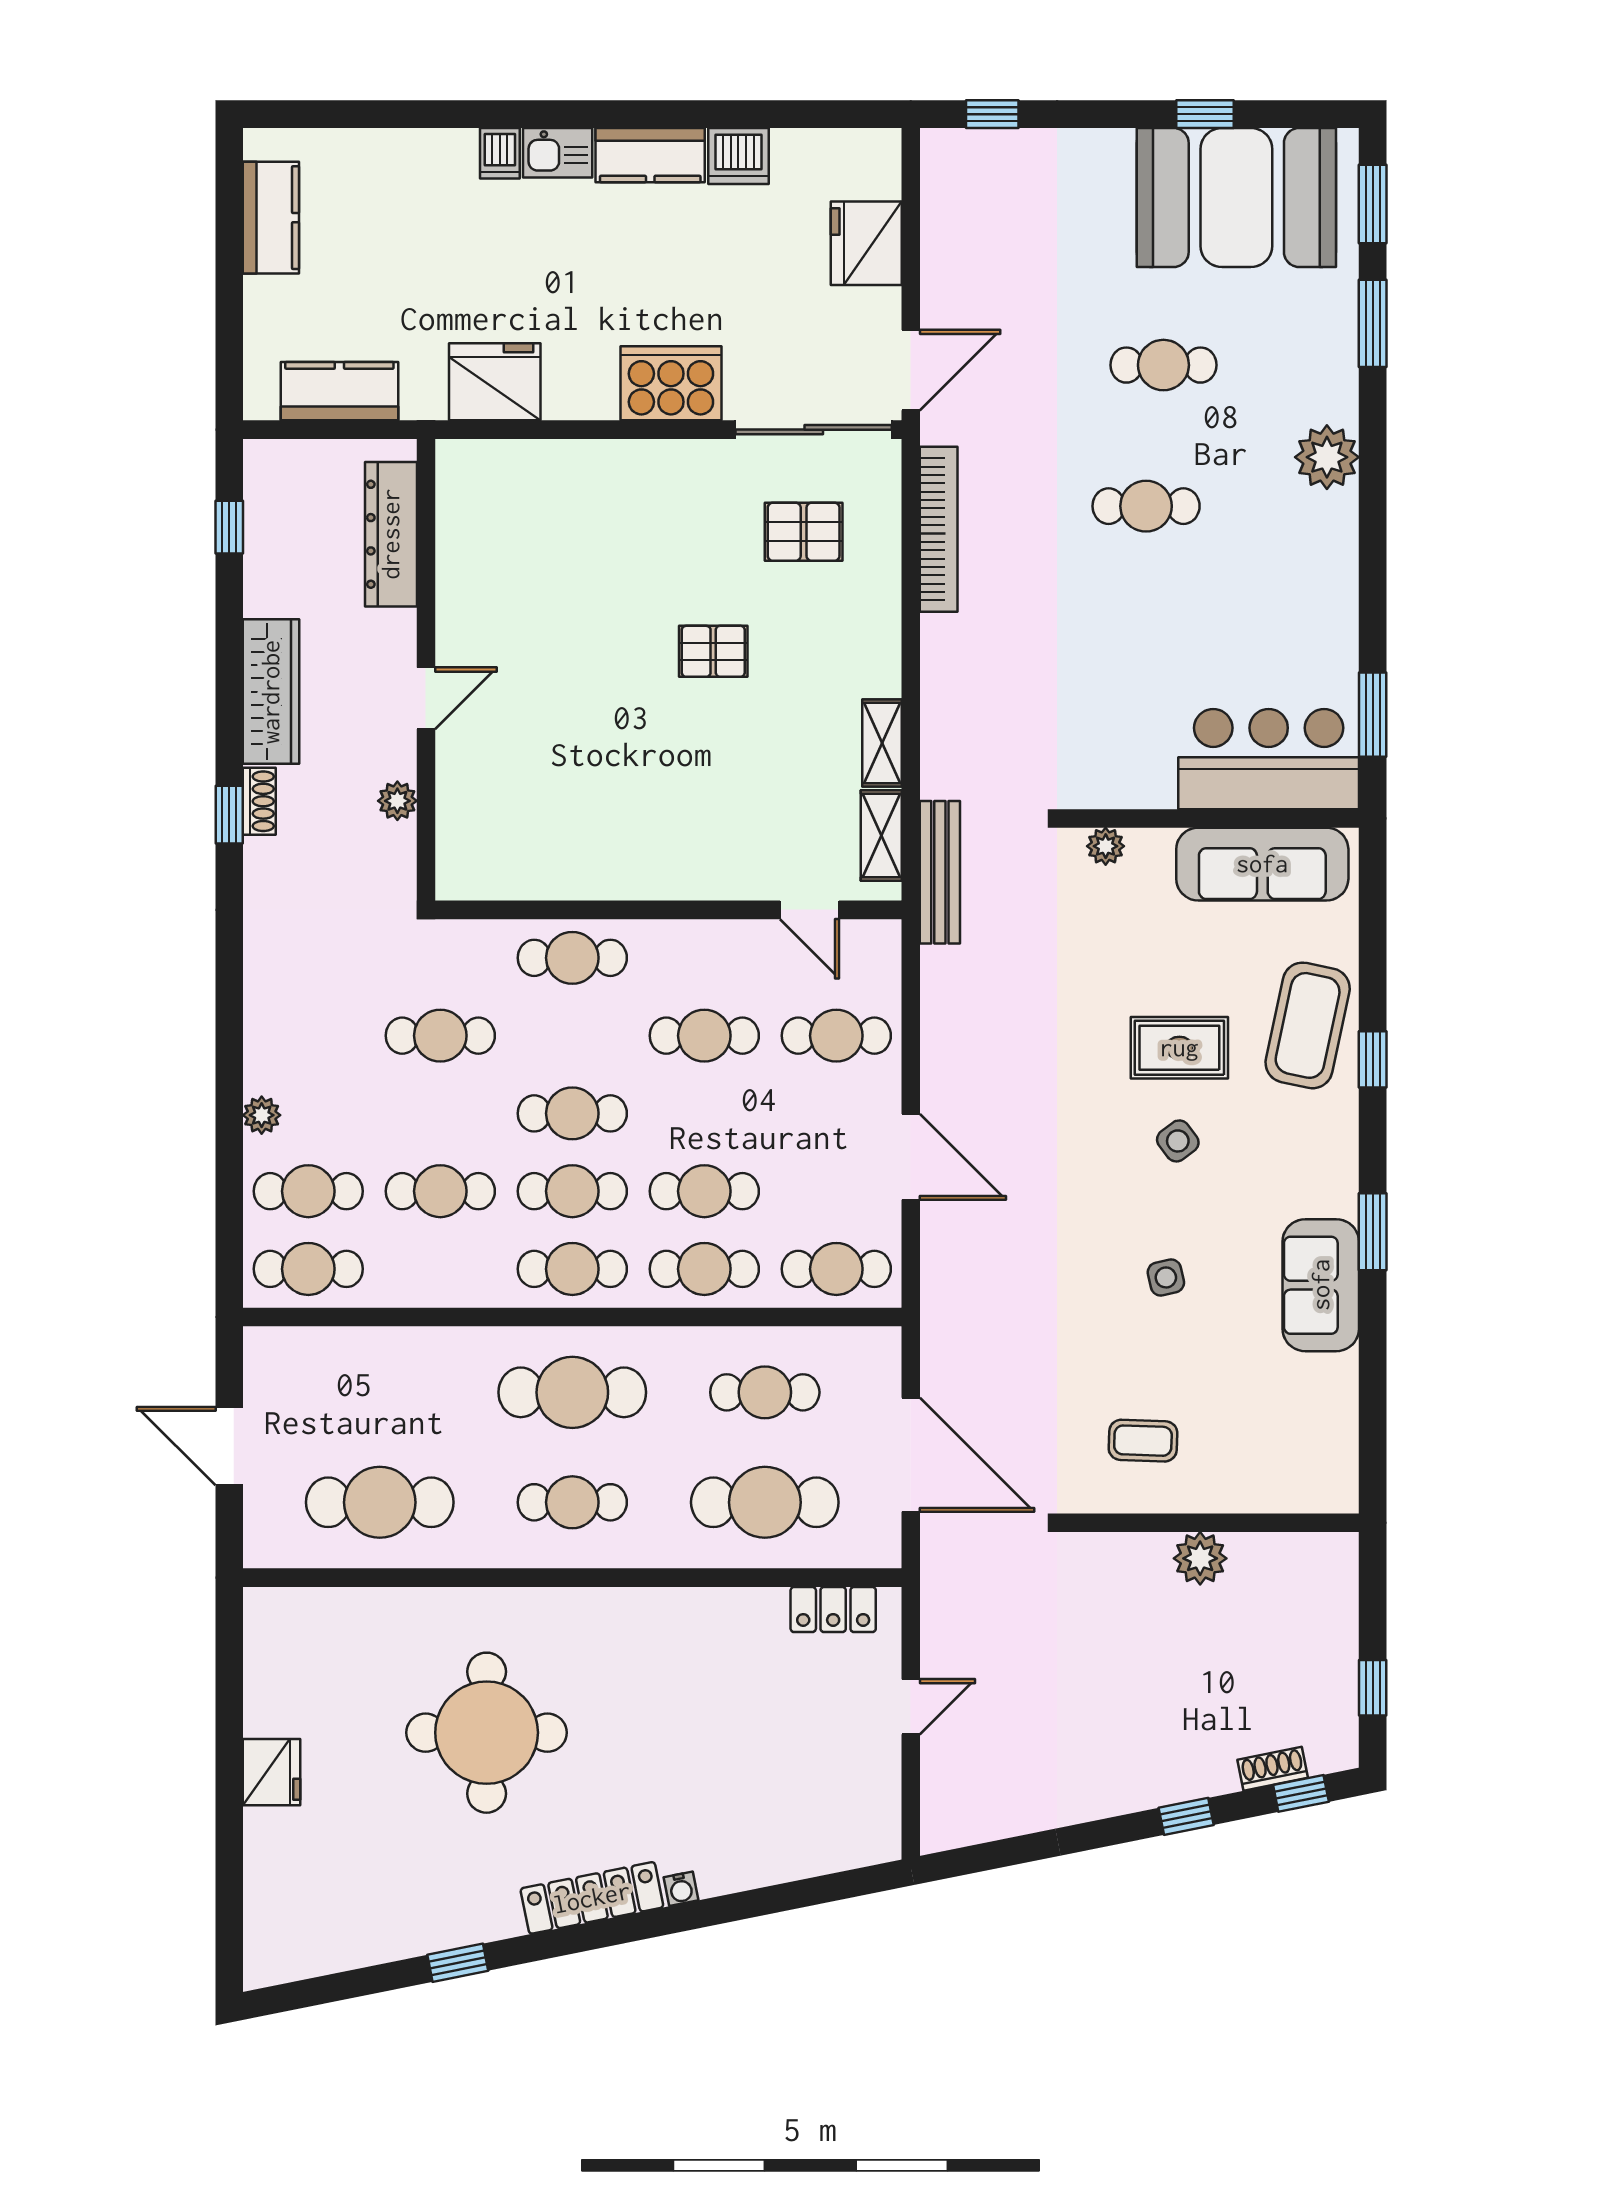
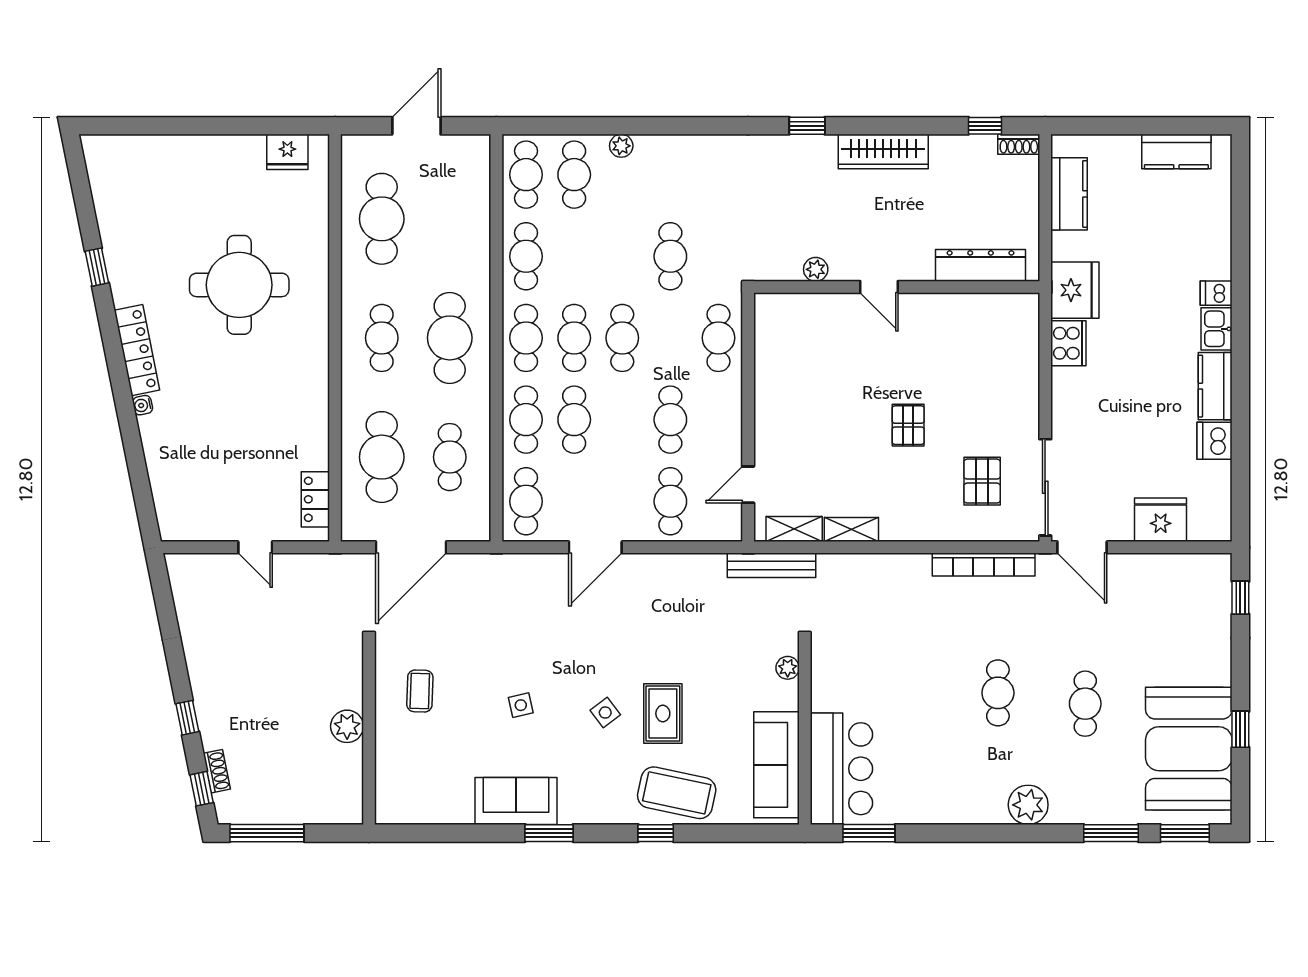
cooker: (671, 383) -> (1068, 343), moved, width x0.73, depth x0.76
dresser: (391, 534) -> (981, 265), moved
wall: (426, 670) -> (897, 287), moved
door: (426, 698) -> (879, 287), moved
shoe rack: (259, 801) -> (1019, 144), moved
plant: (397, 801) -> (816, 269), moved
cafe table: (440, 1191) -> (526, 256), moved
window: (1373, 1688) -> (267, 833), width x2.17
fridge: (272, 1772) -> (287, 152), moved

